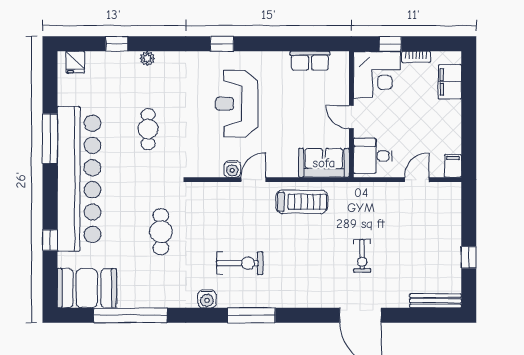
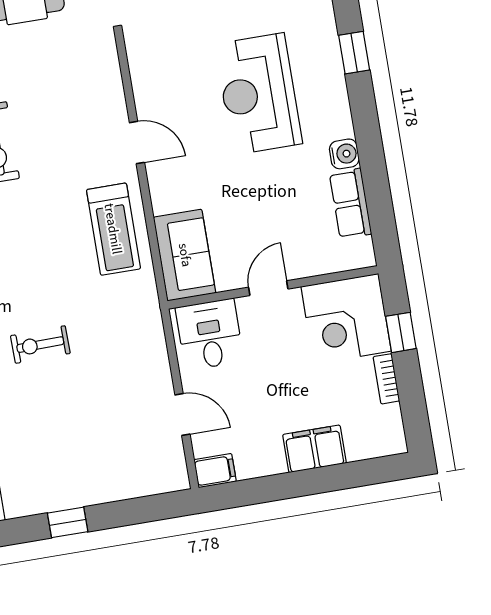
filing cabinet: (450, 82) -> (314, 449), moved
reception desk: (237, 104) -> (259, 94), turned -90
water cooler: (232, 169) -> (344, 154), moved, turned 180

